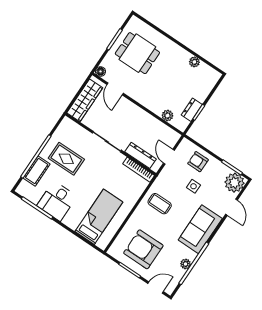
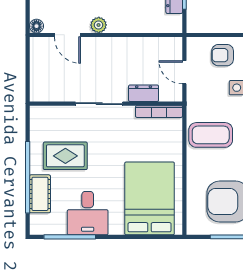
wardrobe: (85, 100) -> (41, 73), removed
plant: (167, 116) -> (99, 25), moved
dresser: (141, 155) -> (144, 93), width x0.70
coffee table: (160, 204) -> (211, 135), width x1.36, depth x1.30
bed: (99, 217) -> (150, 198), width x1.50

